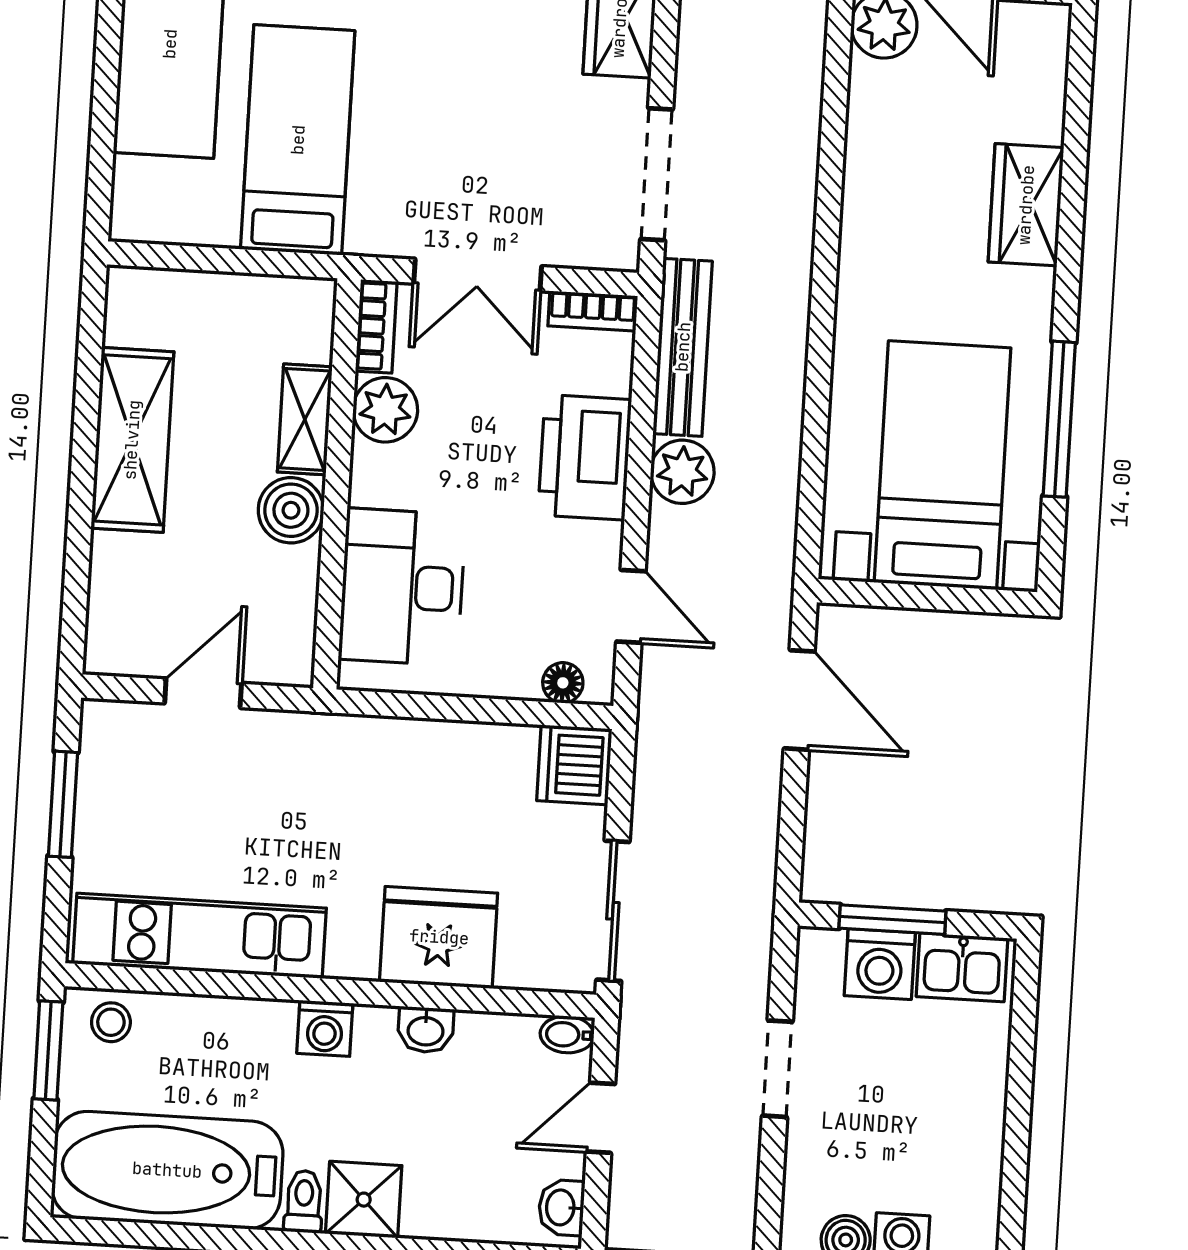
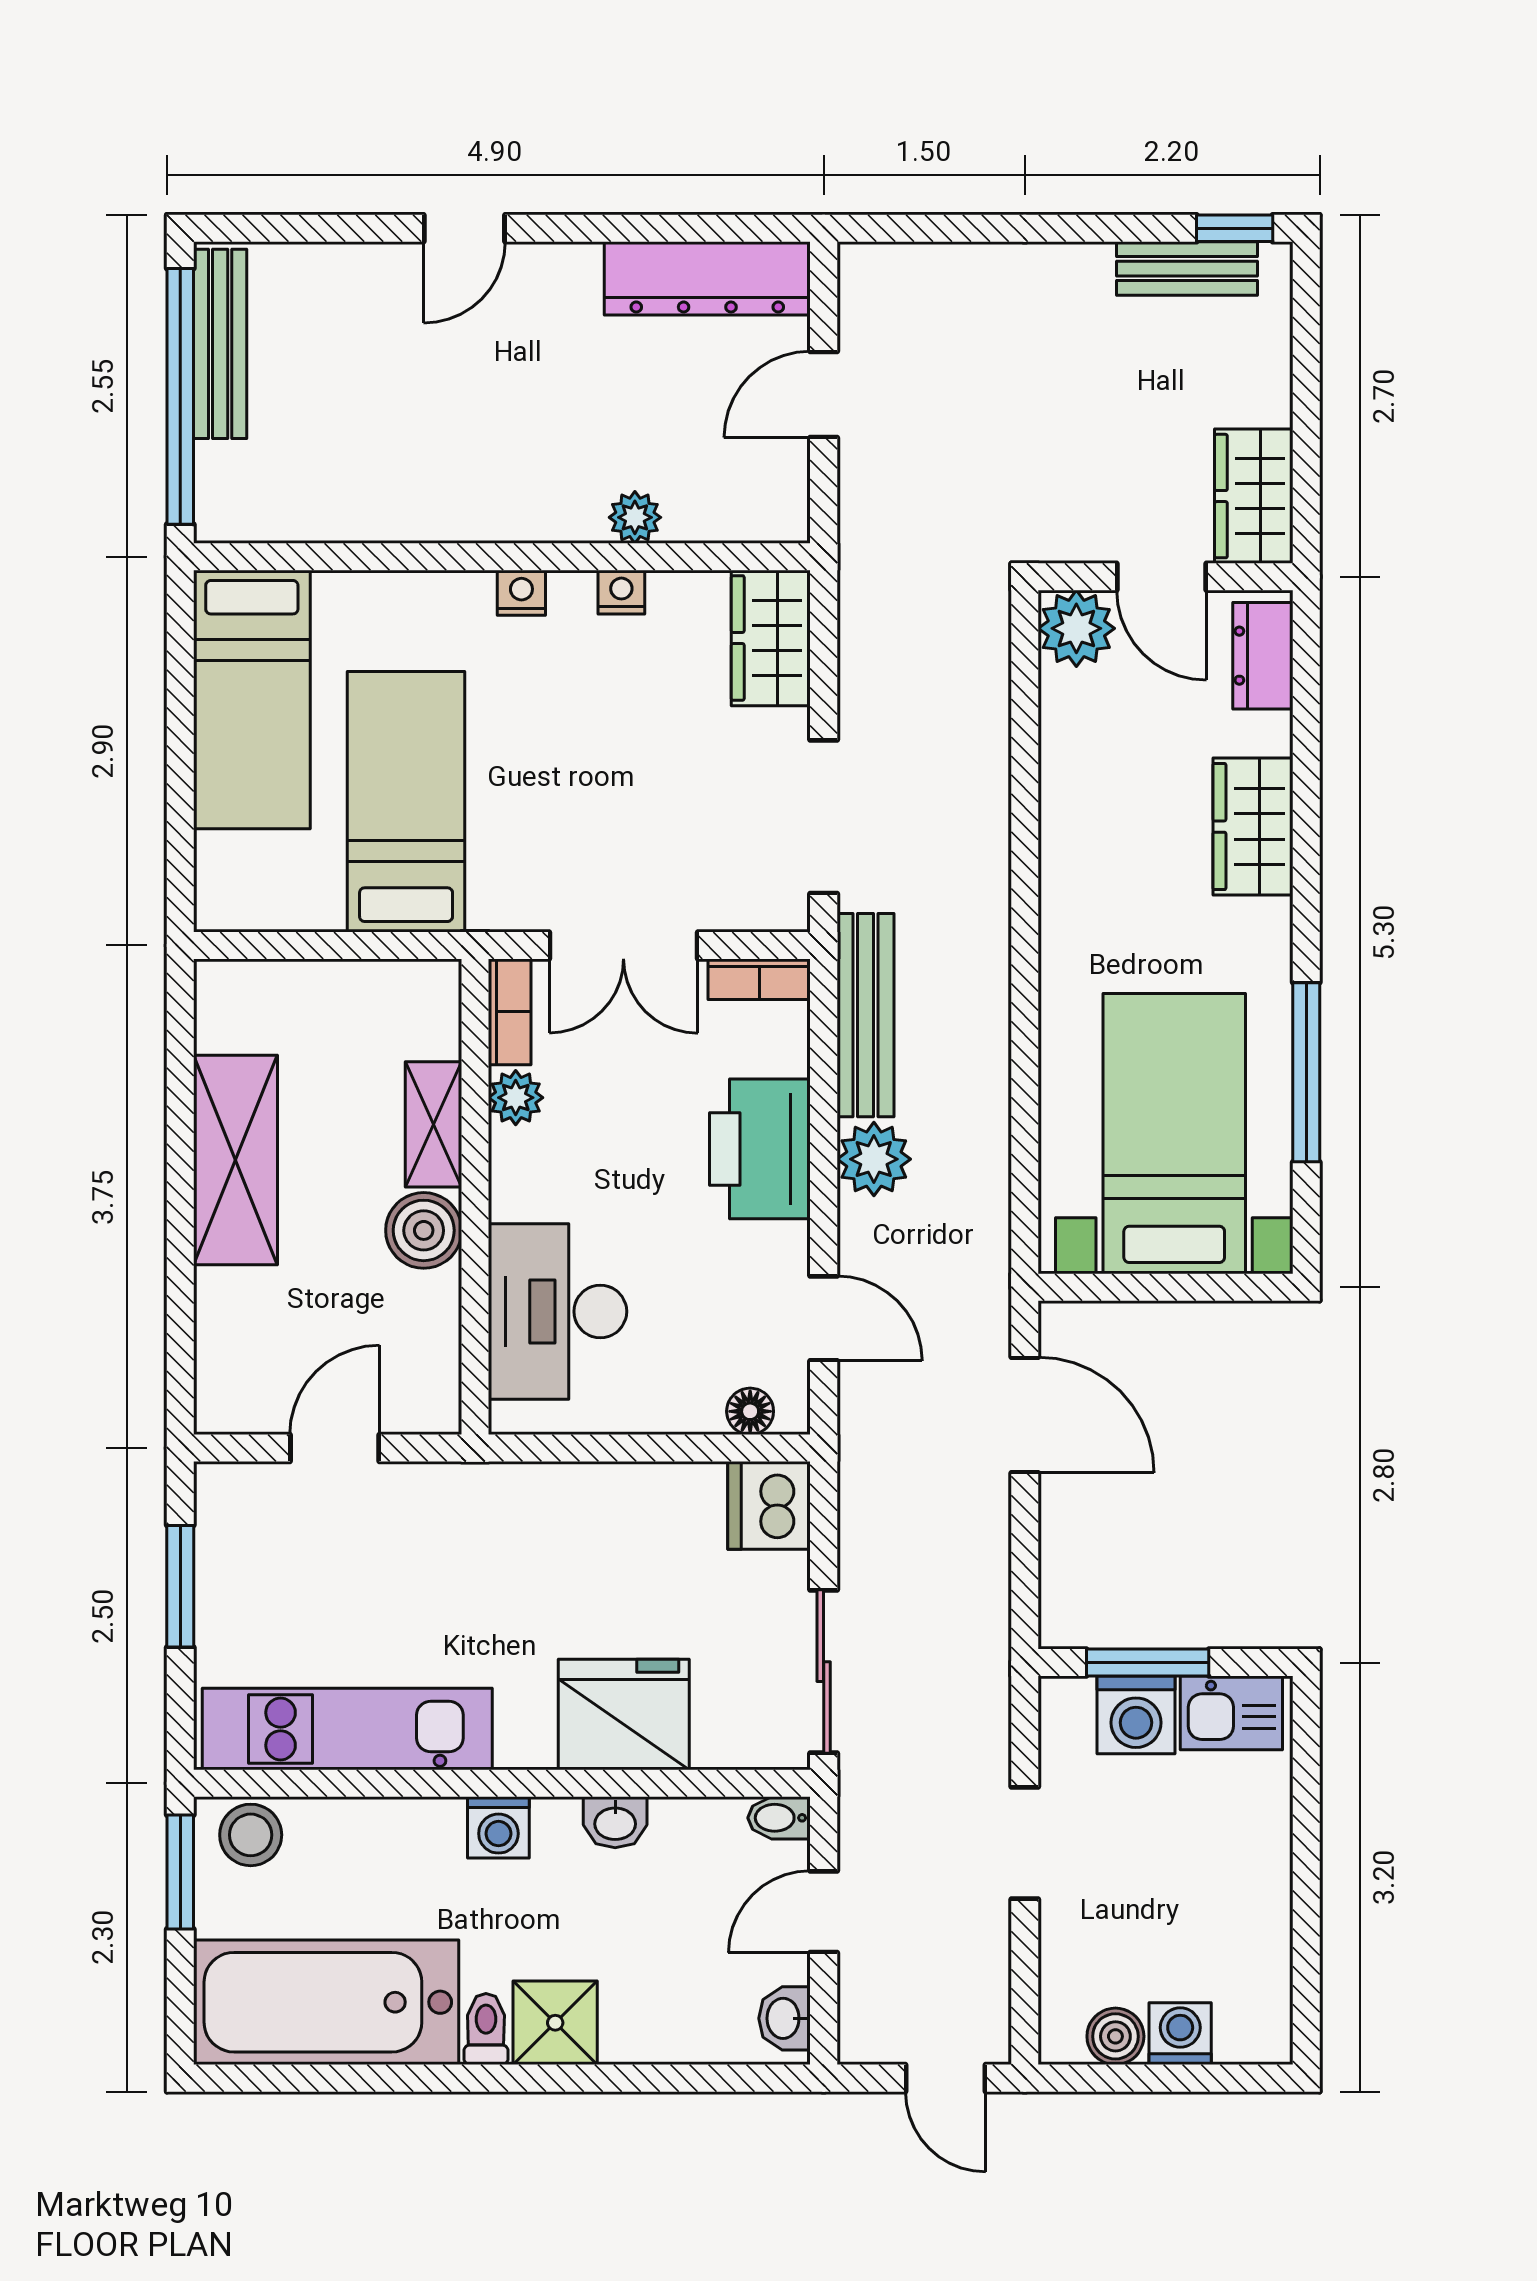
dresser: (1043, 58) -> (1263, 656), added
plant: (385, 410) -> (516, 1098), width x0.73, depth x0.73
stool: (111, 1022) -> (251, 1835), width x1.37, depth x1.37

